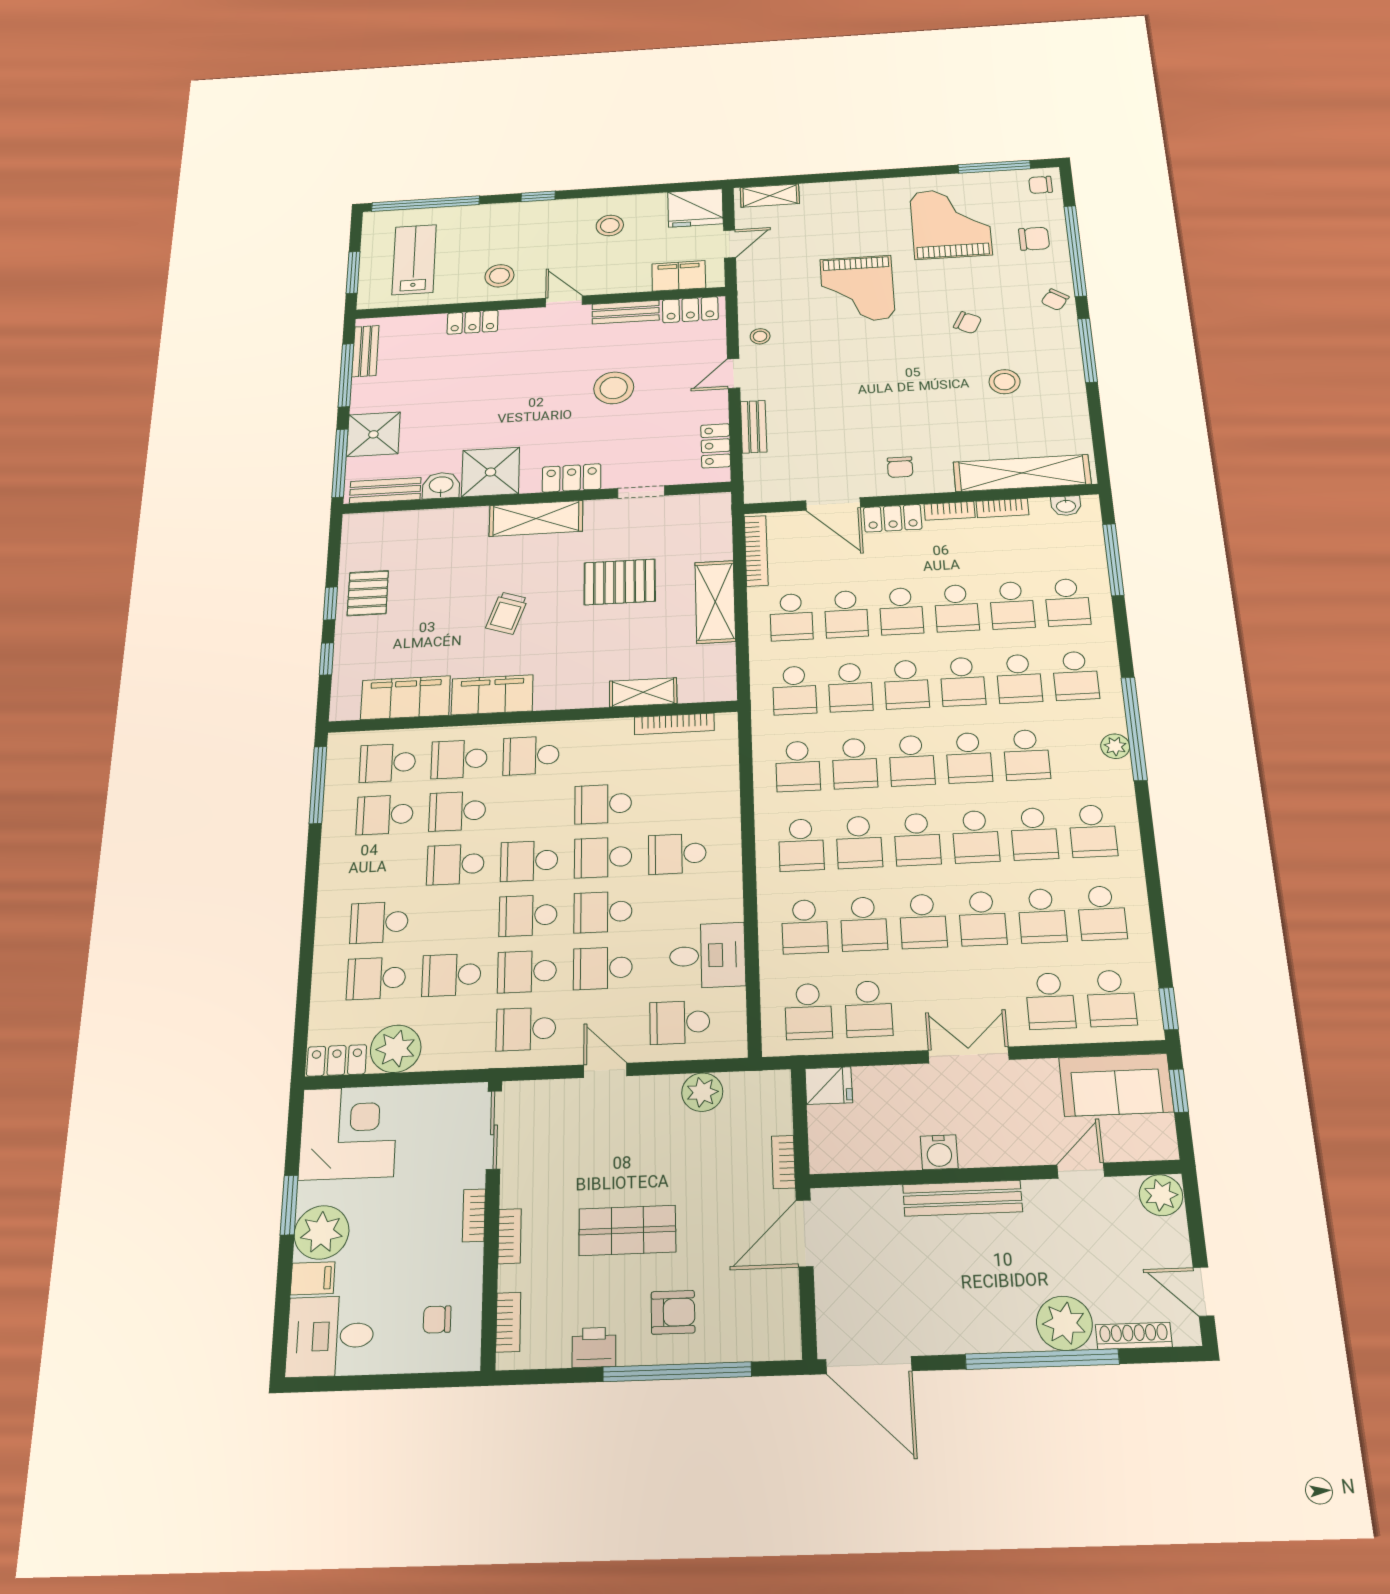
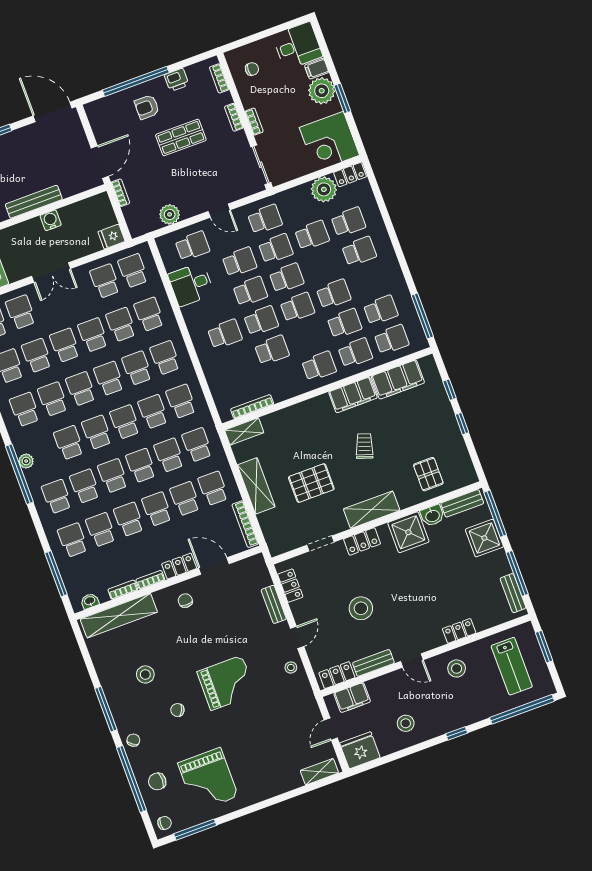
grand piano: (857, 289) -> (226, 683), moved, turned 90
pallet: (368, 593) -> (428, 474), moved
shelving: (643, 692) -> (244, 431), moved

